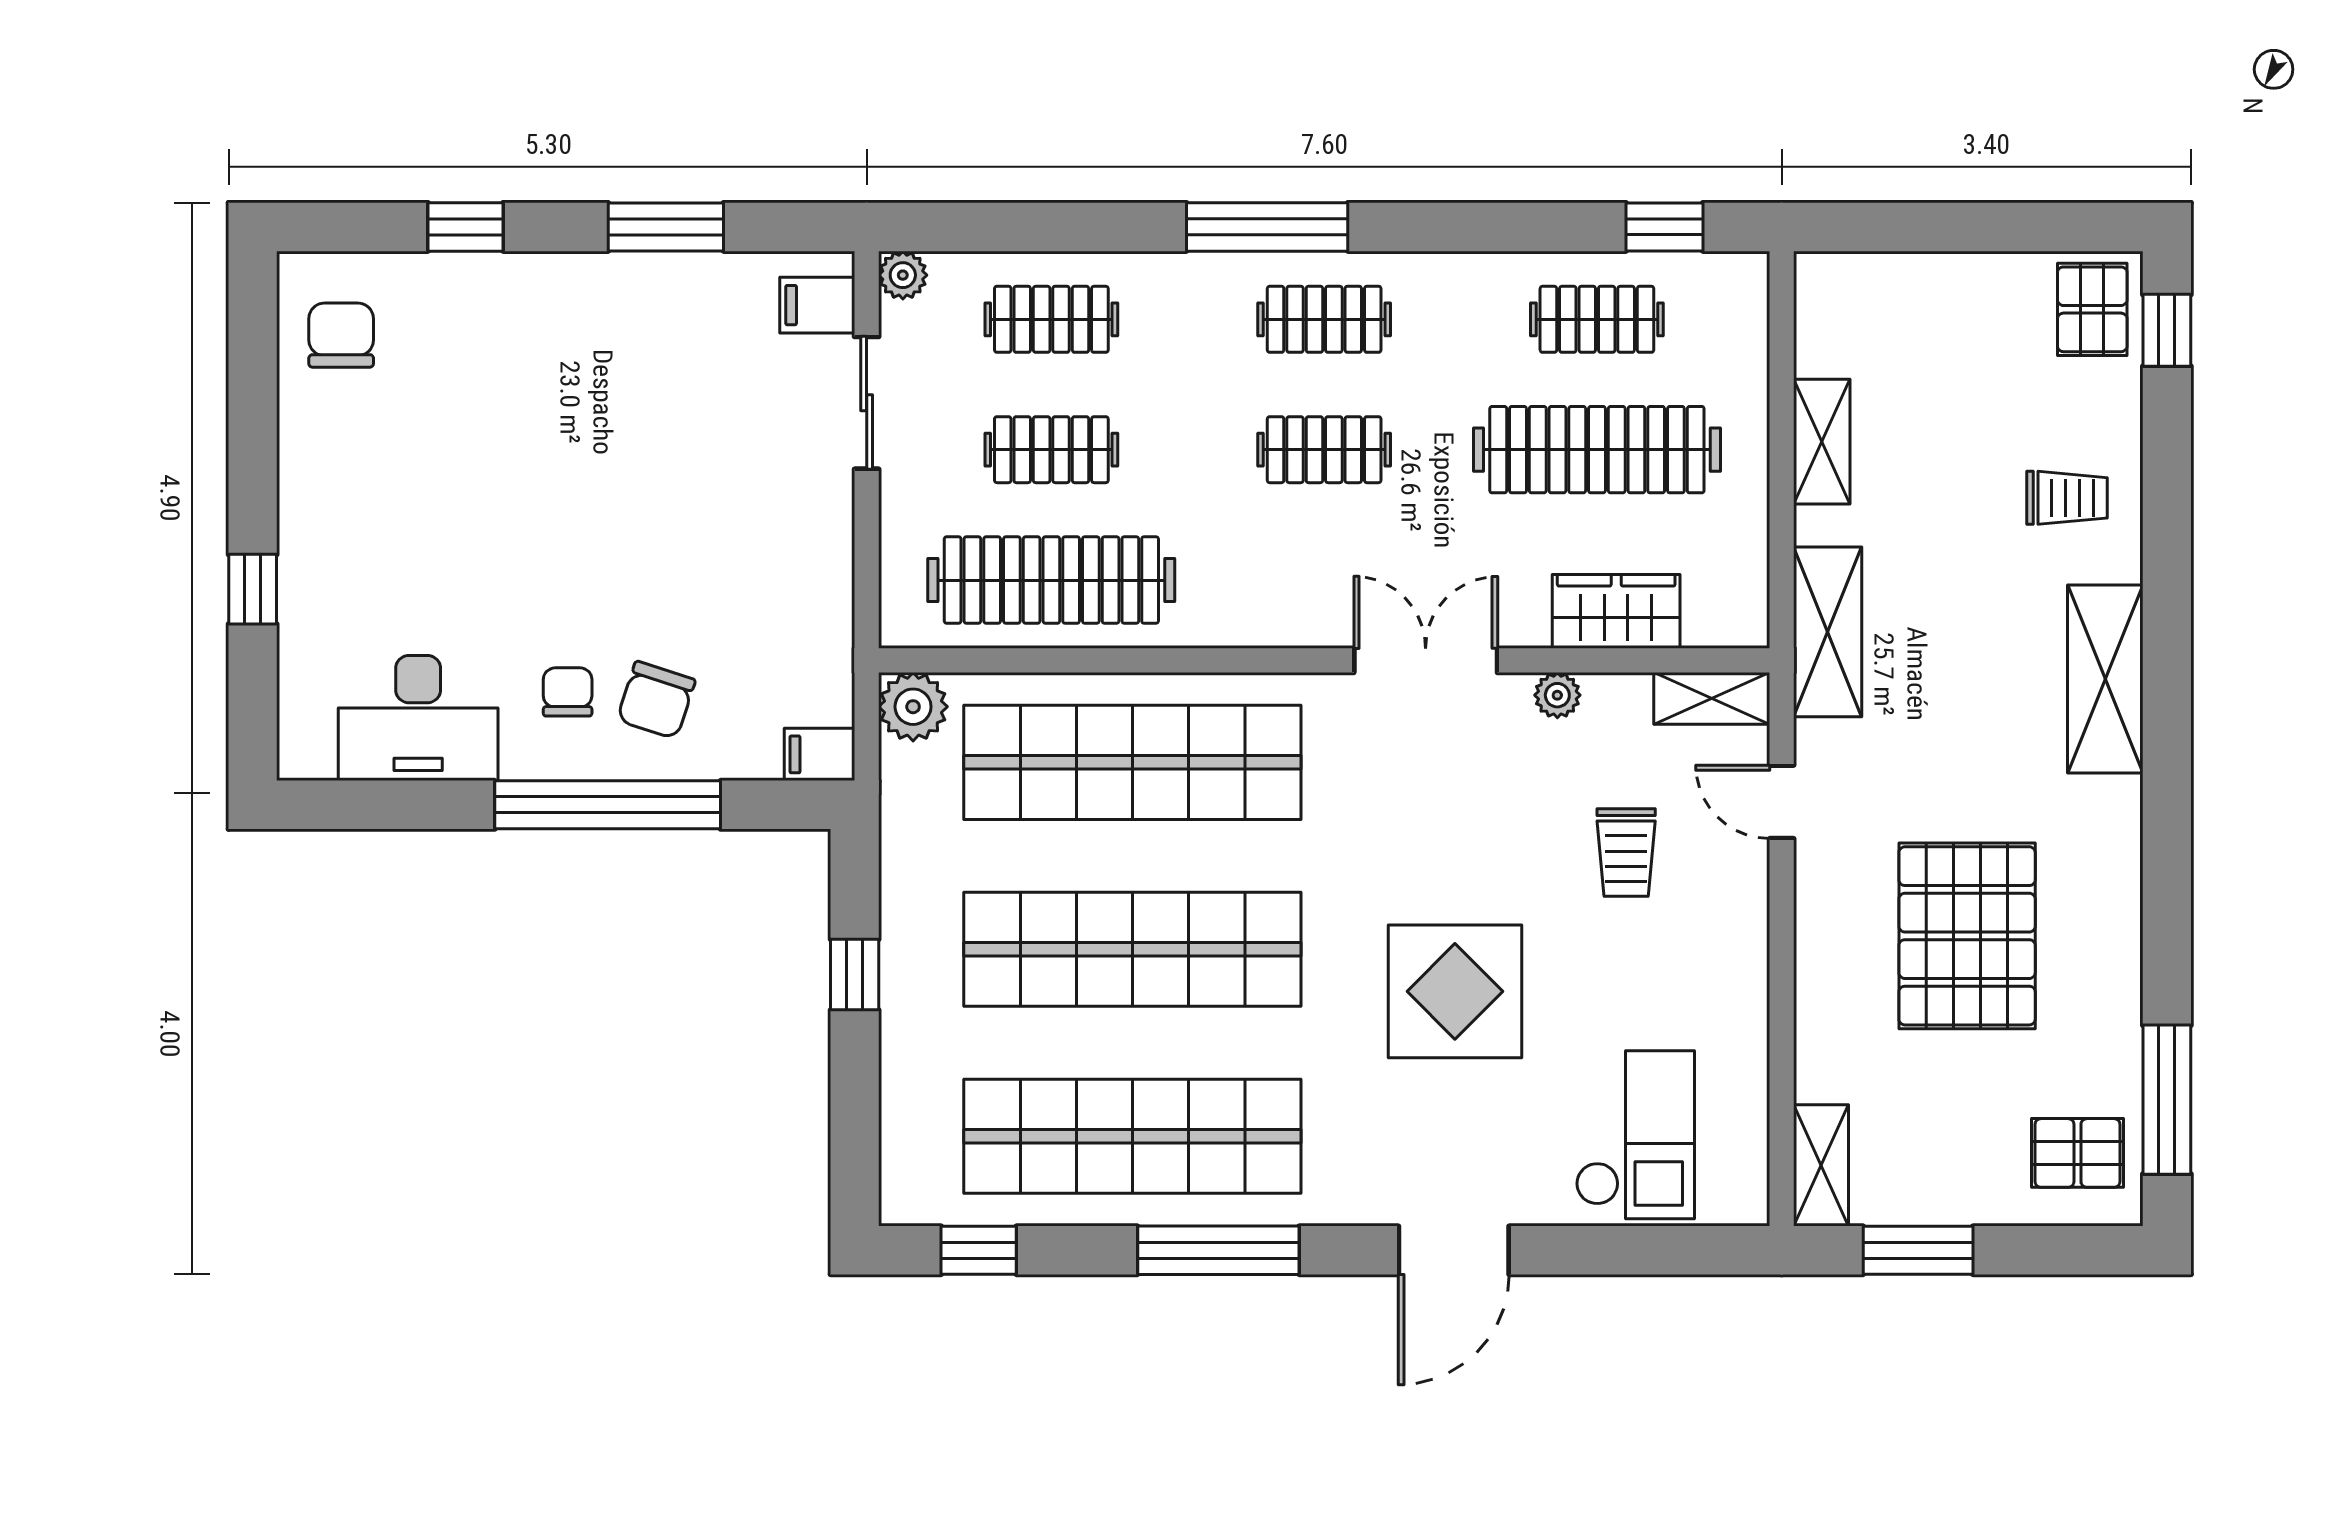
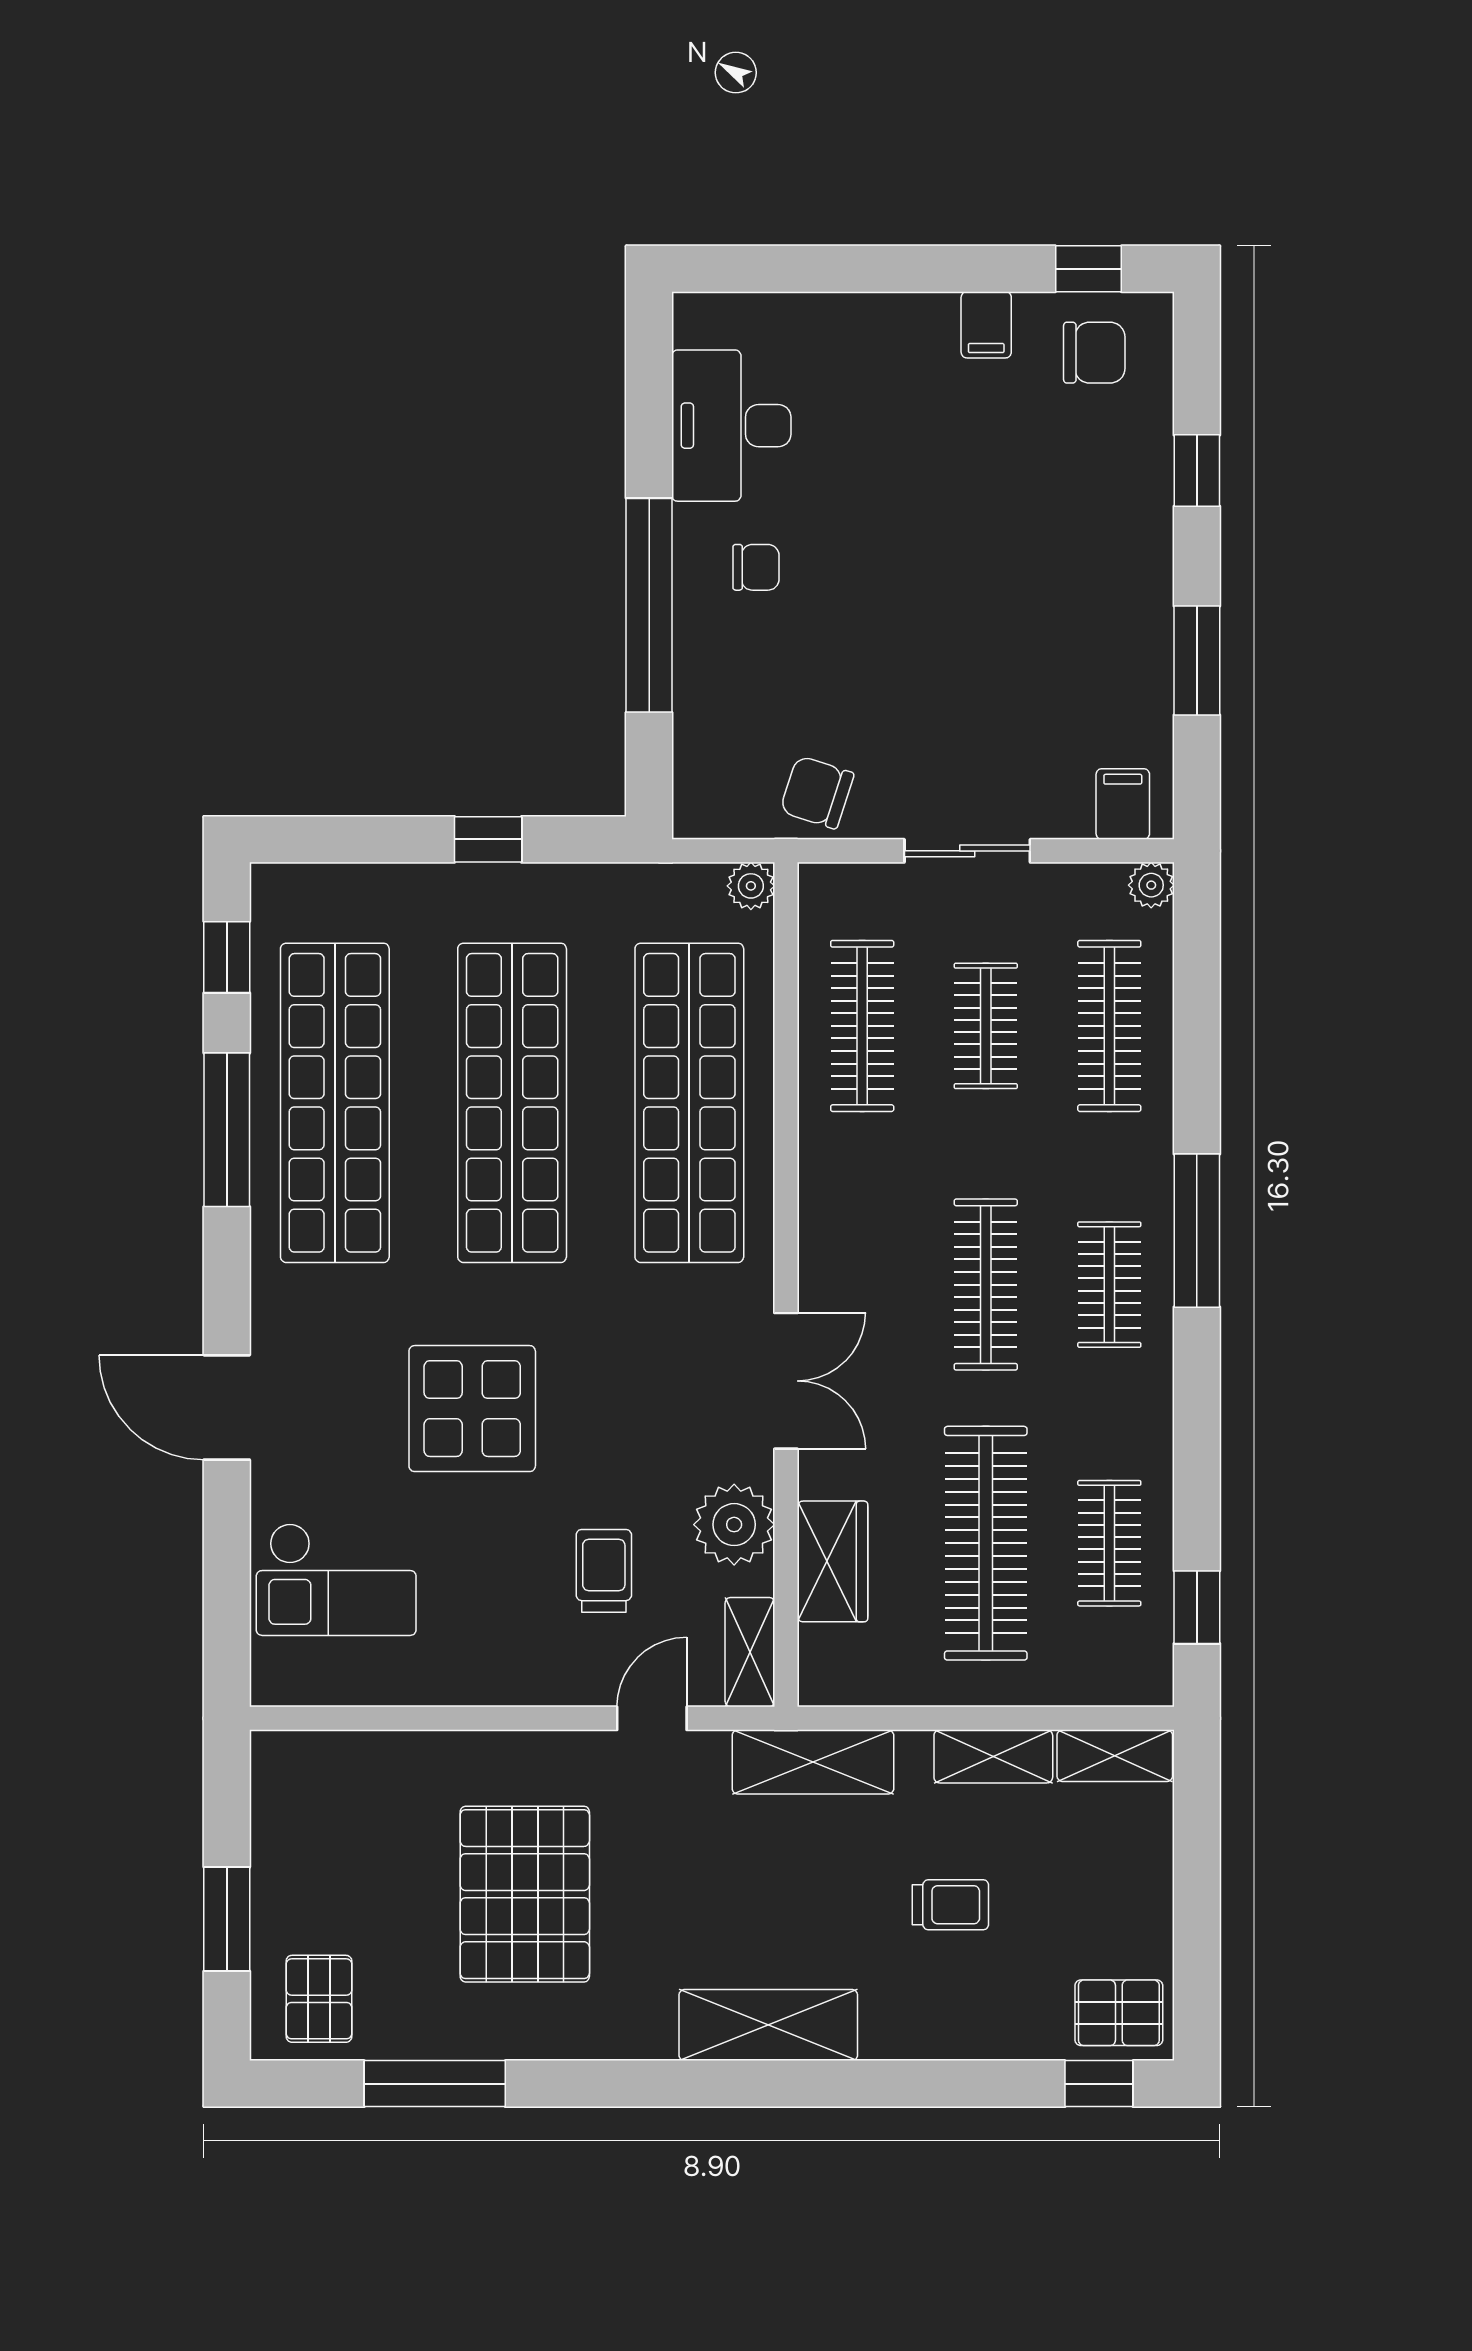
clothes rail: (1051, 319) -> (1109, 1026), width x1.36
sliding door: (867, 403) -> (967, 851), moved
clothes rail: (1324, 450) -> (986, 1285), width x1.36
trolley: (2067, 498) -> (950, 1905), moved, turned -90
clothes rail: (1051, 580) -> (862, 1026), width x0.73, depth x0.76
window: (253, 589) -> (1088, 269), moved
plant: (1557, 695) -> (734, 1525), width x1.87, depth x1.87
chair: (656, 700) -> (817, 792), moved
plant: (913, 707) -> (751, 886), width x0.73, depth x0.73
filing cabinet: (820, 754) -> (986, 325), moved, turned 180
trolley: (1626, 852) -> (604, 1571), turned 90
pallet: (1967, 936) -> (525, 1894), turned 90
window: (2167, 1100) -> (435, 2084), moved
shelving: (1821, 1165) -> (1115, 1756), moved
window: (1218, 1250) -> (227, 1130), moved
window: (1918, 1250) -> (227, 1919), moved

